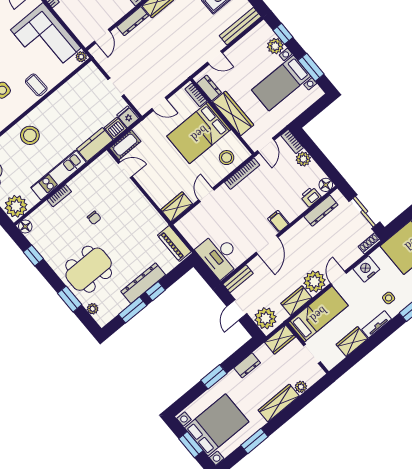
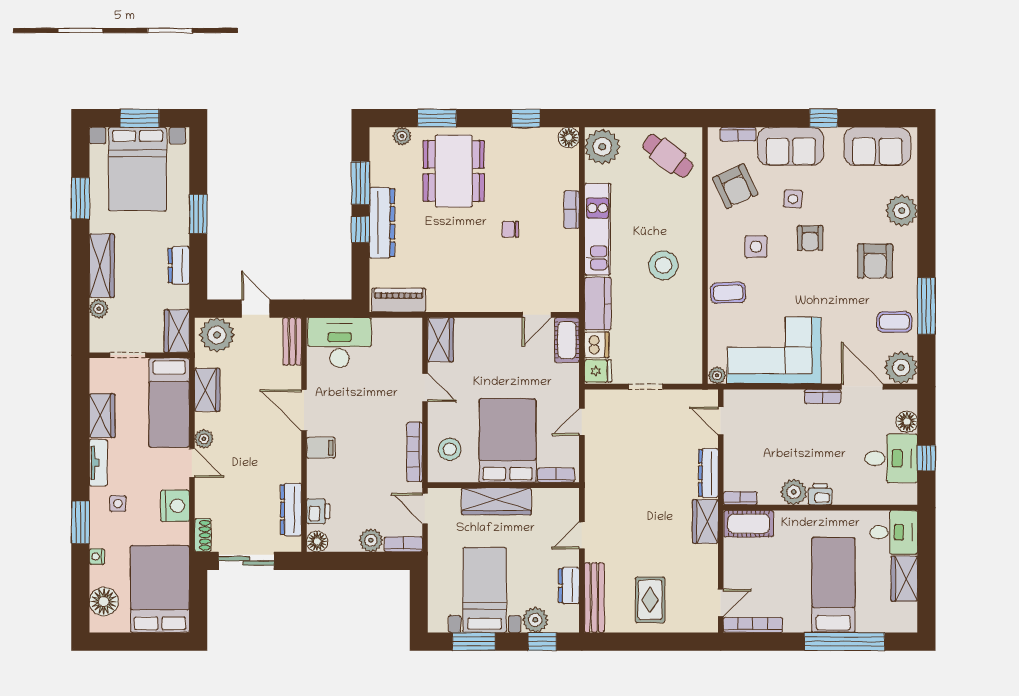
dresser: (209, 88) -> (569, 586), moved, turned 90
stool: (30, 135) -> (663, 265), moved
plant: (314, 282) -> (204, 439), width x0.53, depth x0.53

